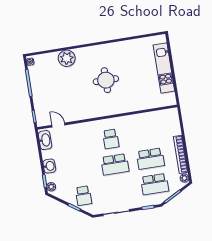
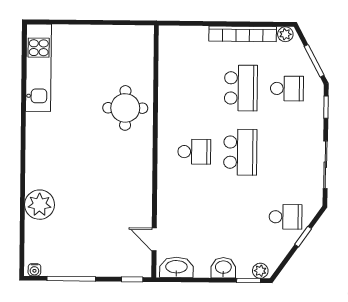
kitchen unit: (164, 68) -> (38, 68), moved, turned -90
round table: (106, 80) -> (125, 108), moved
door: (58, 125) -> (154, 239), hinge flipped
school desk: (155, 184) -> (287, 89), width x0.54

